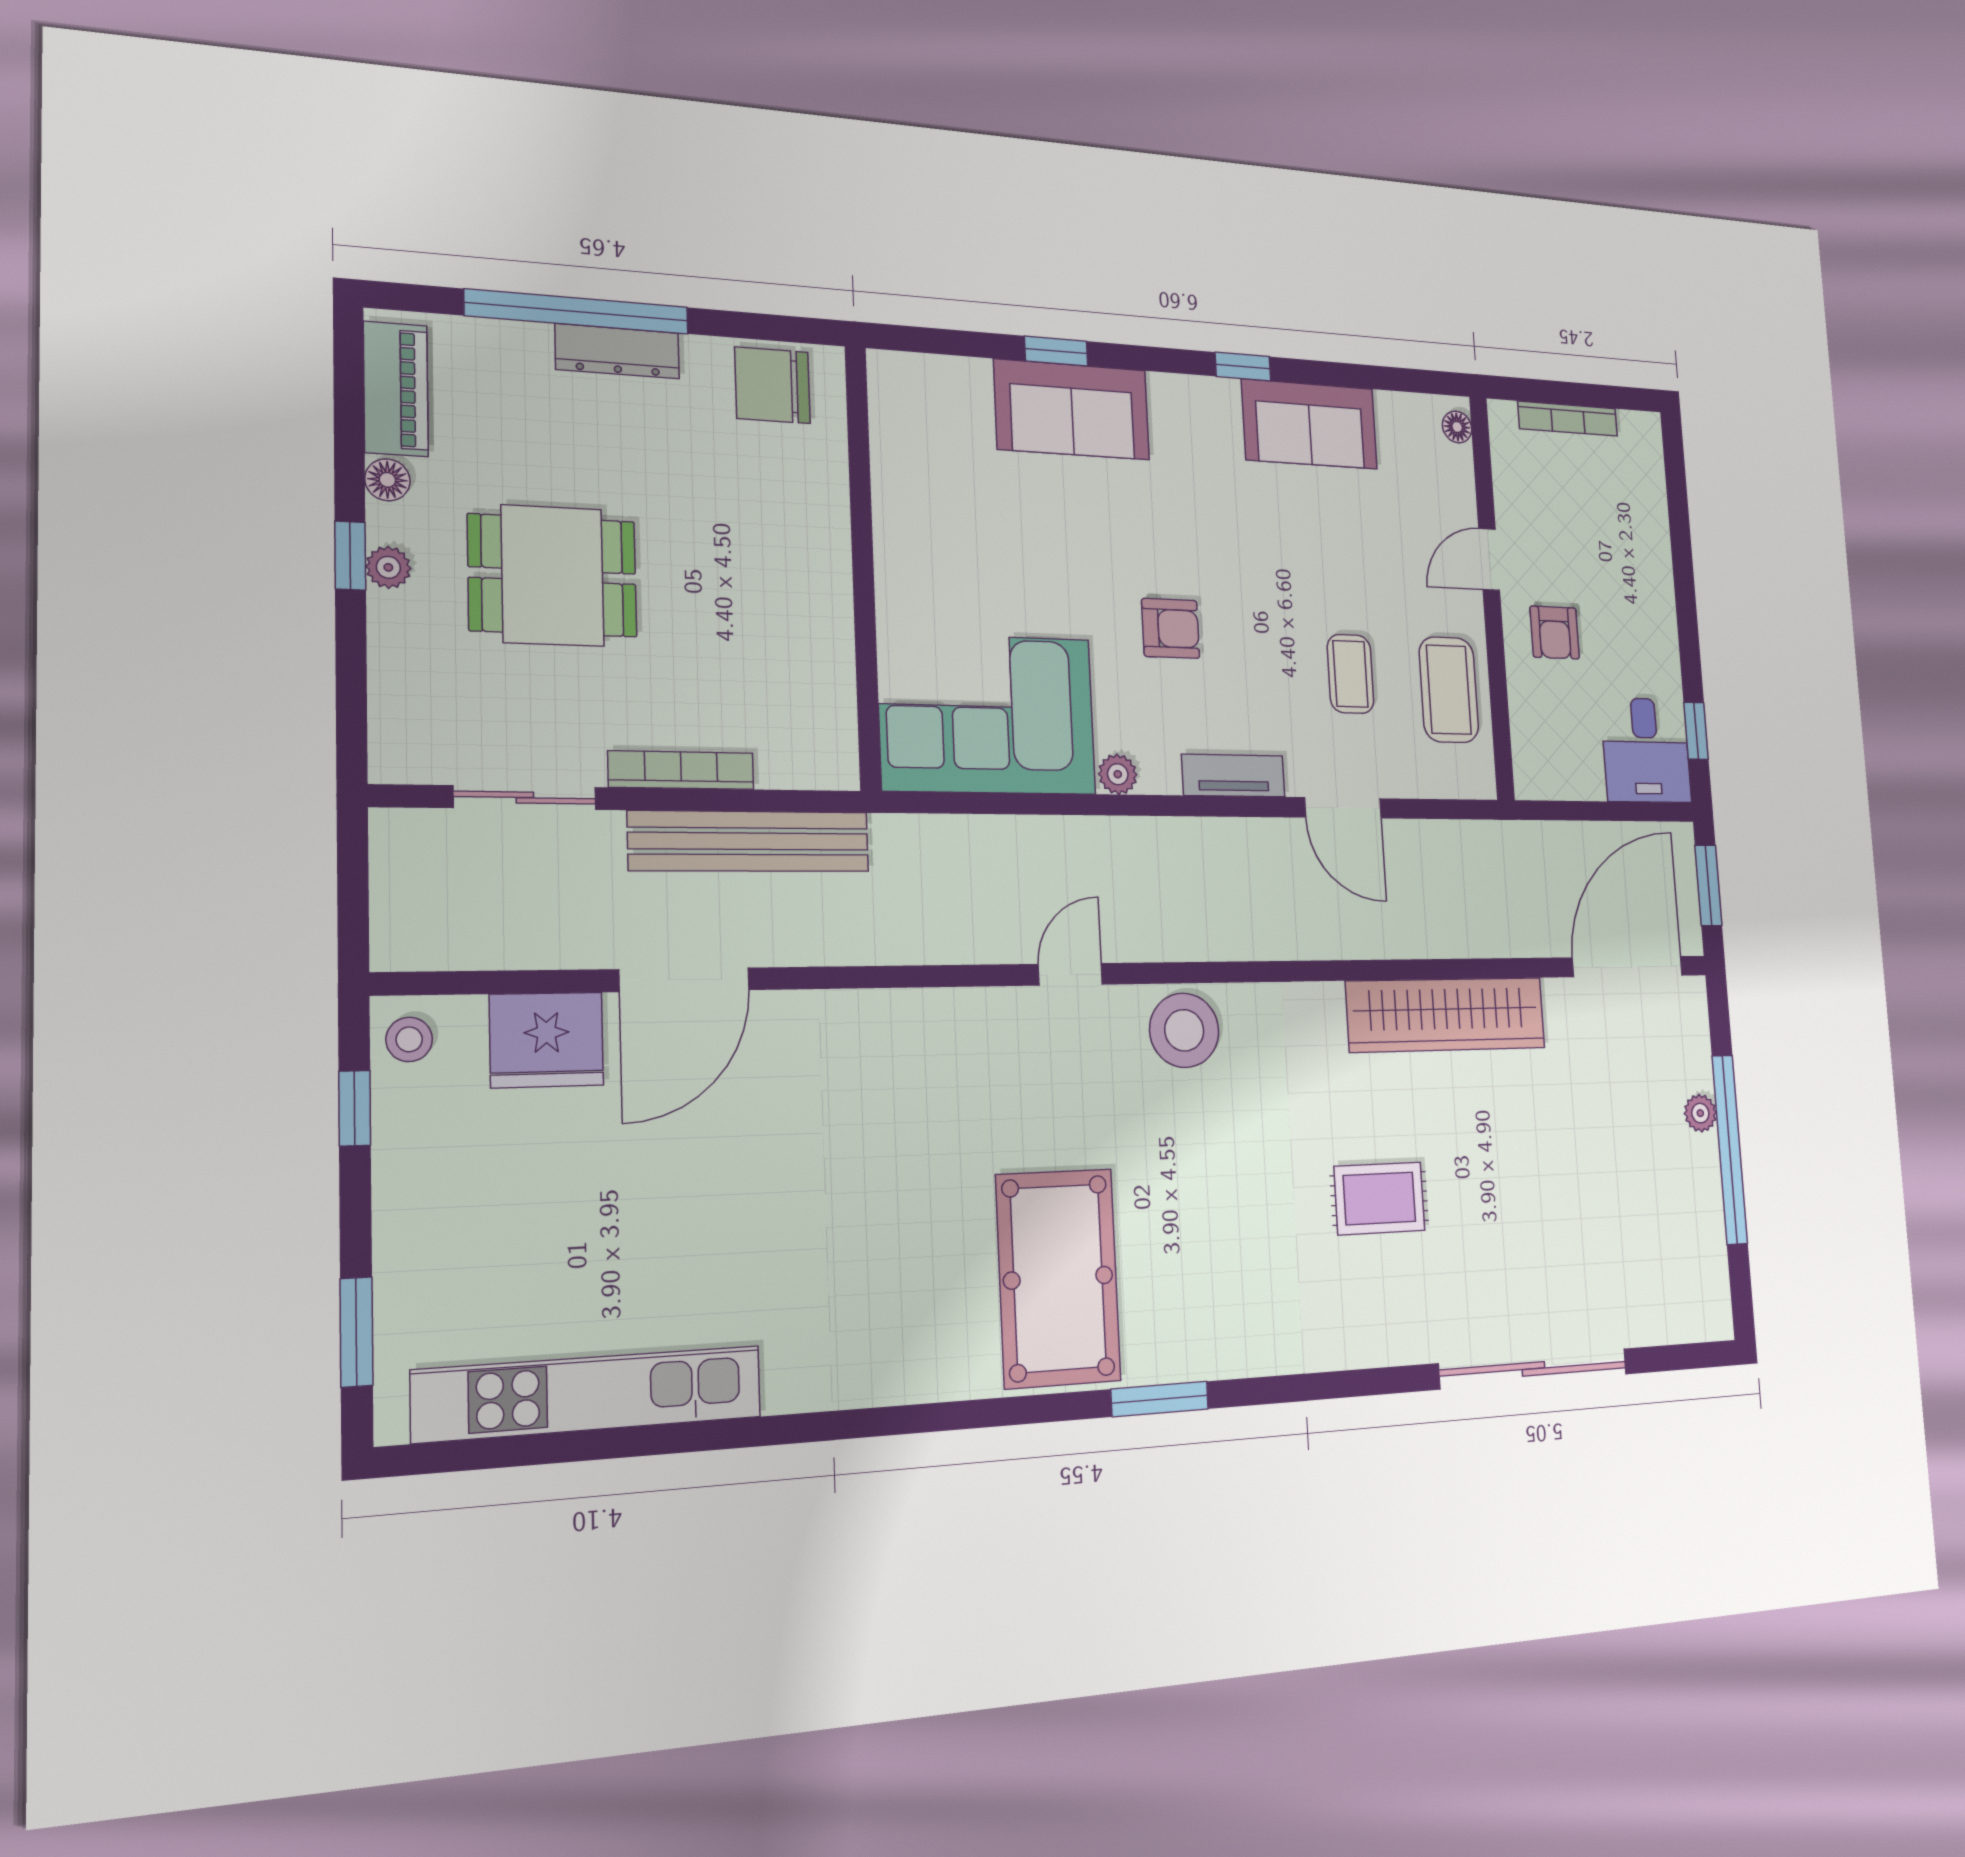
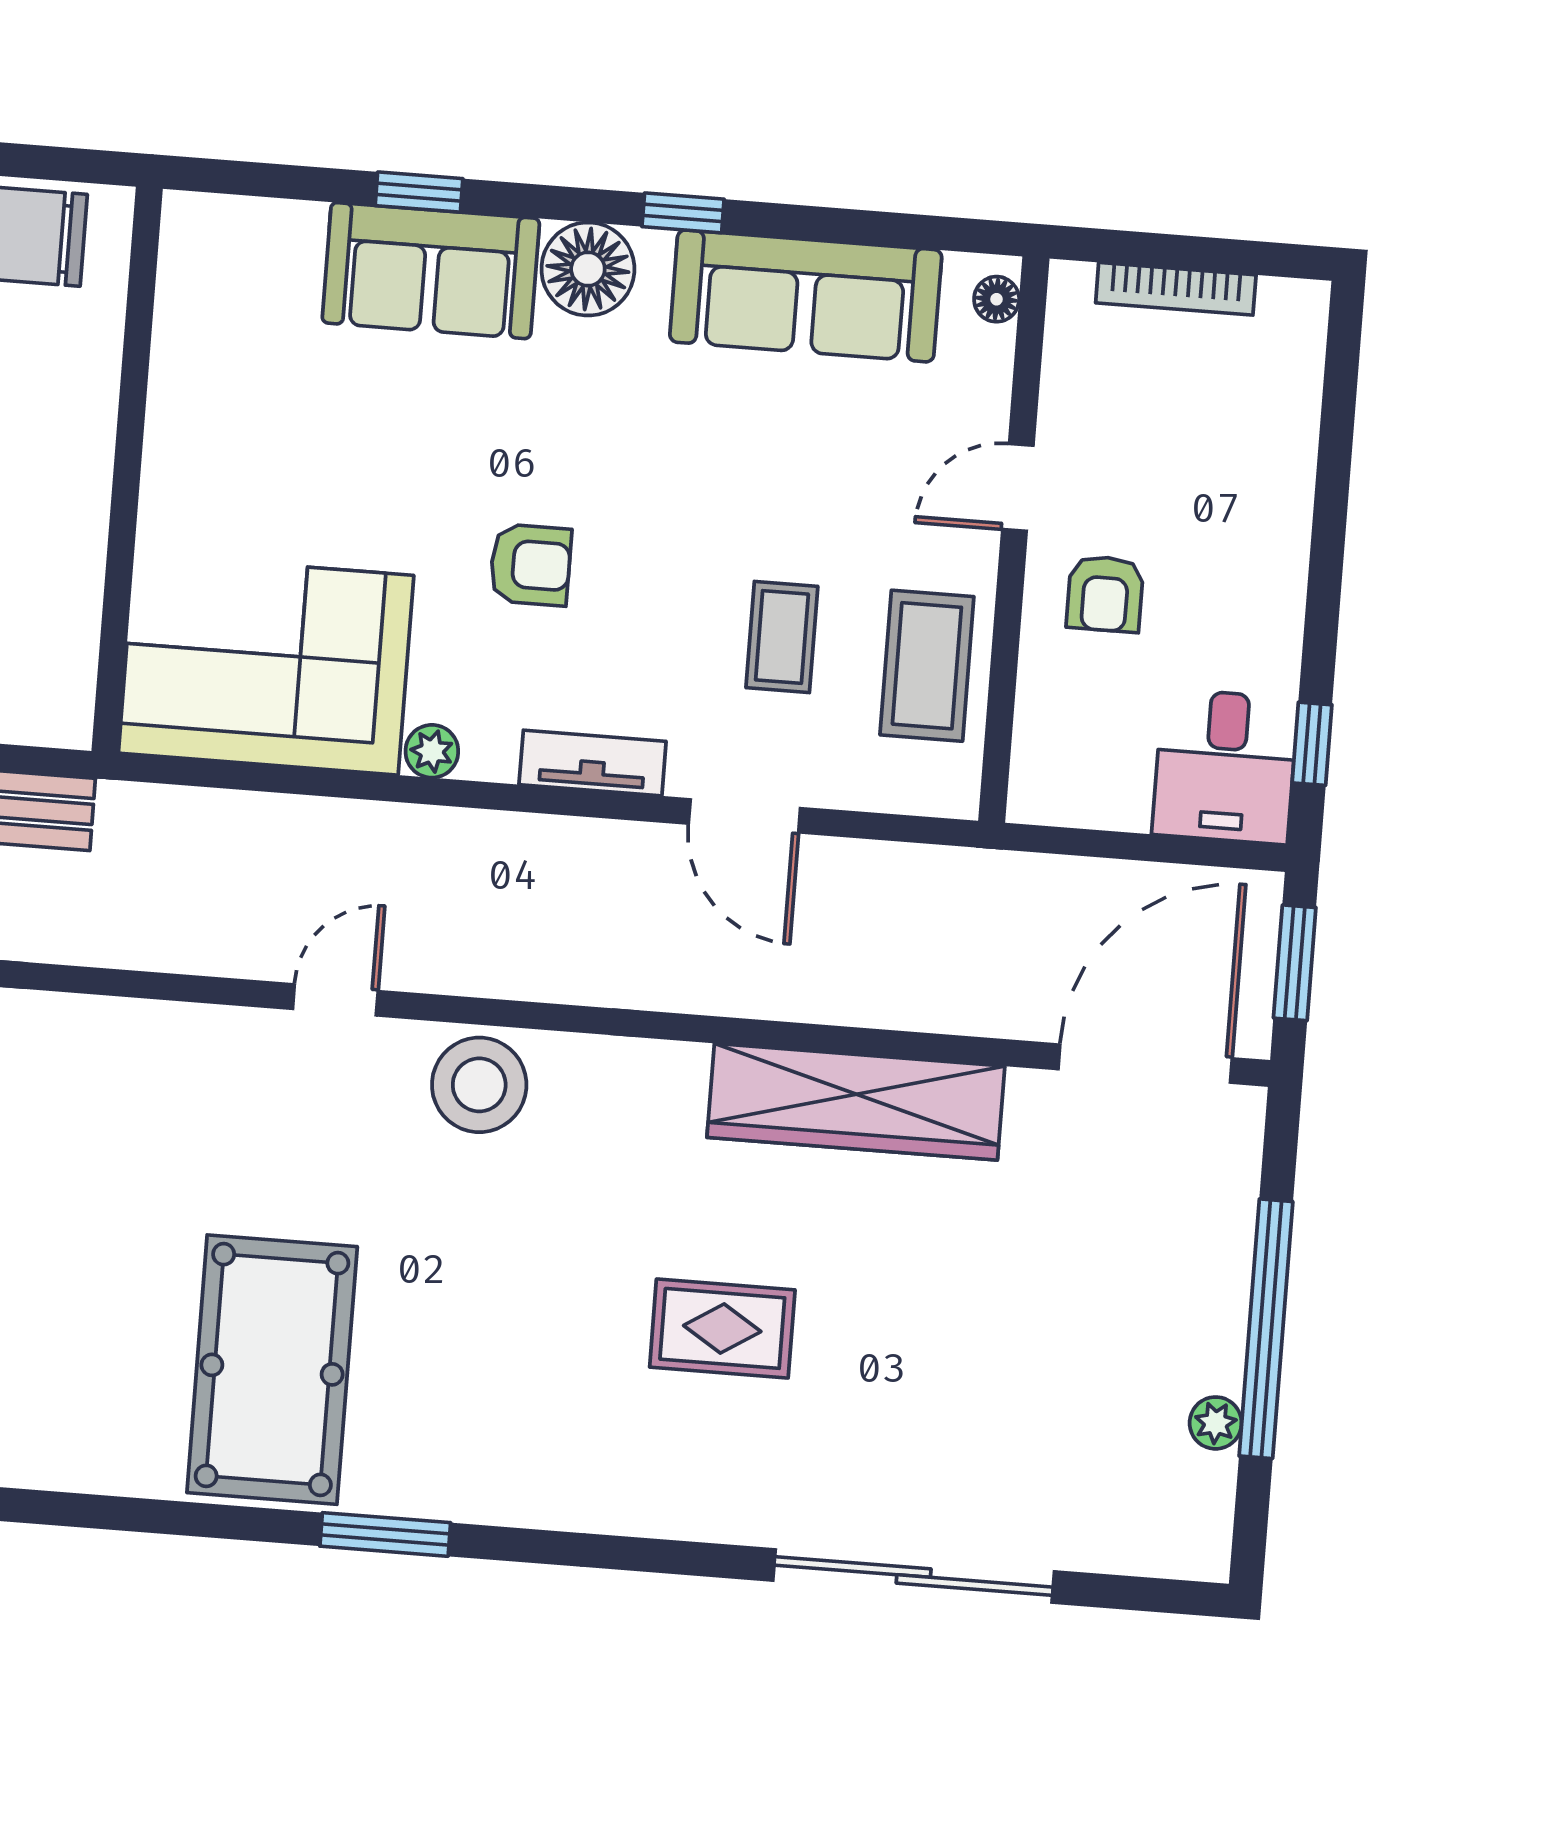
floor lamp: (1183, 408) -> (588, 269), added
sofa: (1310, 424) -> (806, 296), width x1.36
plant: (1700, 1113) -> (1216, 1423), moved

